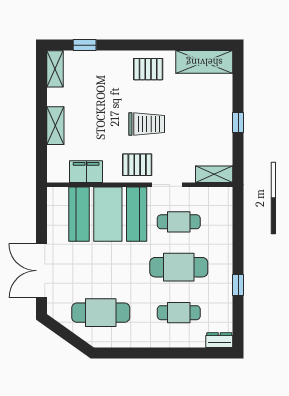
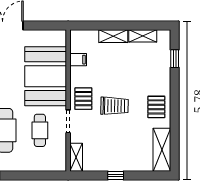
shelving: (55, 69) -> (143, 36), moved
trolley: (147, 124) -> (114, 106), turned -89
filing cabinet: (86, 172) -> (78, 60), width x0.50

